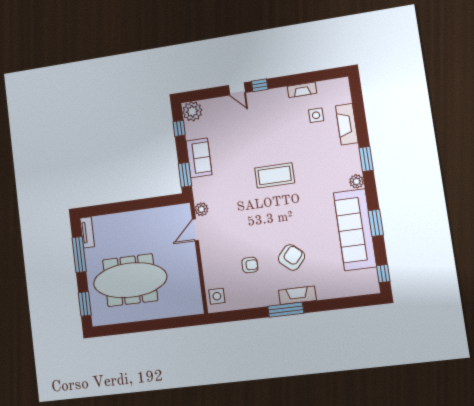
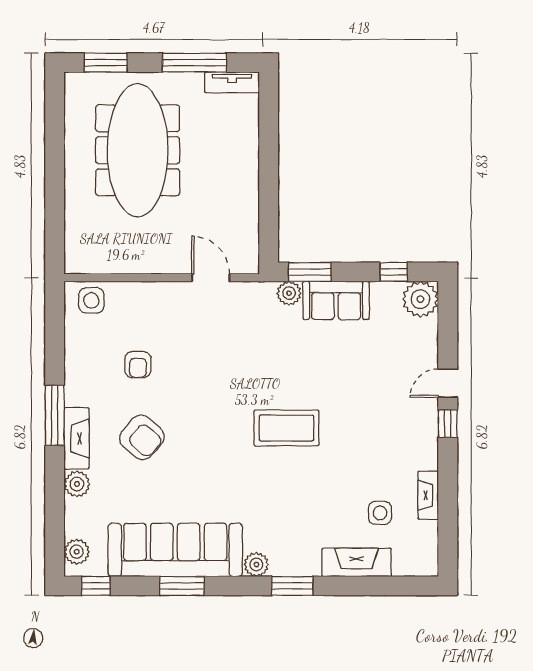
coffee table: (275, 175) -> (286, 428), turned 90
plant: (201, 209) -> (289, 293), moved
plant: (364, 287) -> (77, 552), added
plant: (324, 292) -> (77, 484), added

